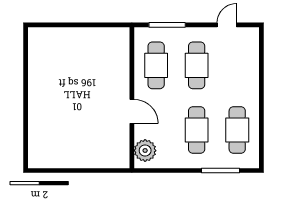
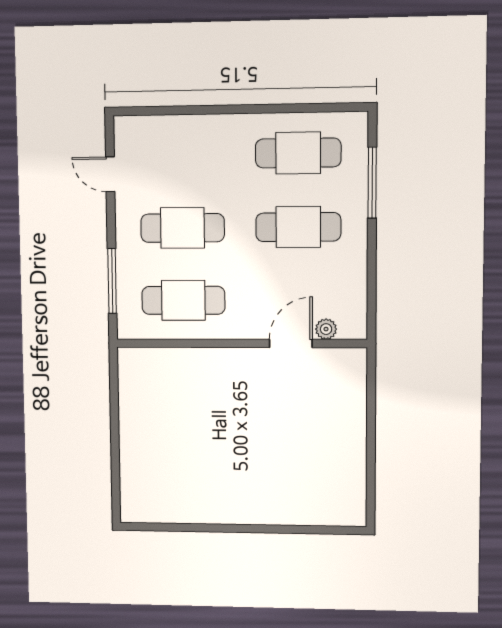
door: (132, 111) -> (291, 343), moved
plant: (145, 151) -> (326, 329), width x0.53, depth x0.53

